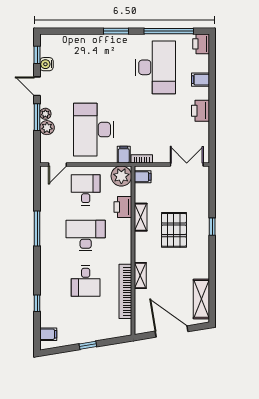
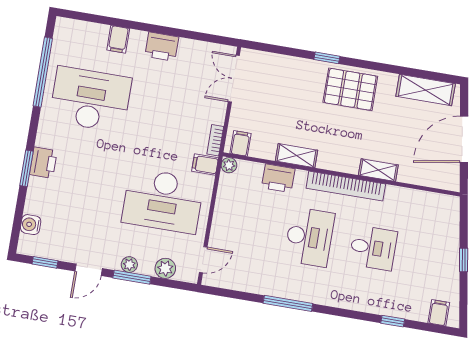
window: (116, 31) -> (26, 168), moved
printer: (201, 44) -> (43, 163), moved, turned -90
water cooler: (46, 64) -> (31, 225), moved, turned 90
plant: (47, 128) -> (165, 268), moved
door: (57, 164) -> (203, 260), hinge flipped
plant: (121, 176) -> (229, 165), width x0.53, depth x0.53
desk: (86, 190) -> (245, 226), removed
pallet: (174, 230) -> (350, 89), moved
desk: (86, 235) -> (309, 237), turned 180
bookcase: (125, 291) -> (346, 186), moved

